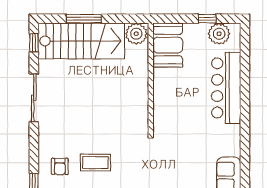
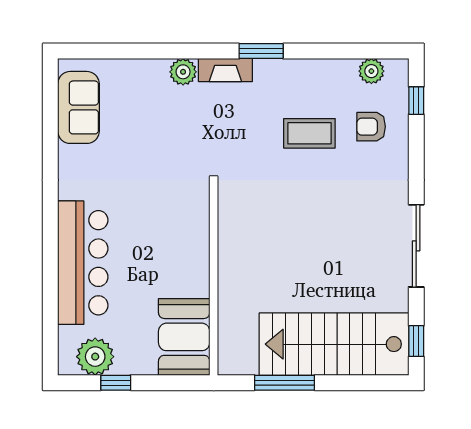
window: (84, 19) -> (284, 383), moved
plant: (136, 34) -> (239, 357), removed
armchair: (60, 166) -> (371, 127), turned -90

